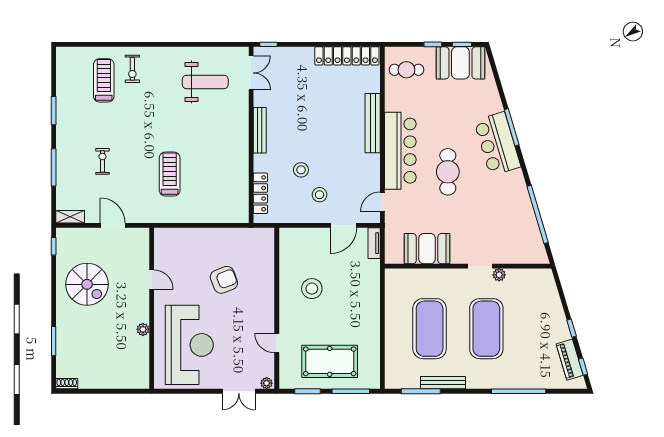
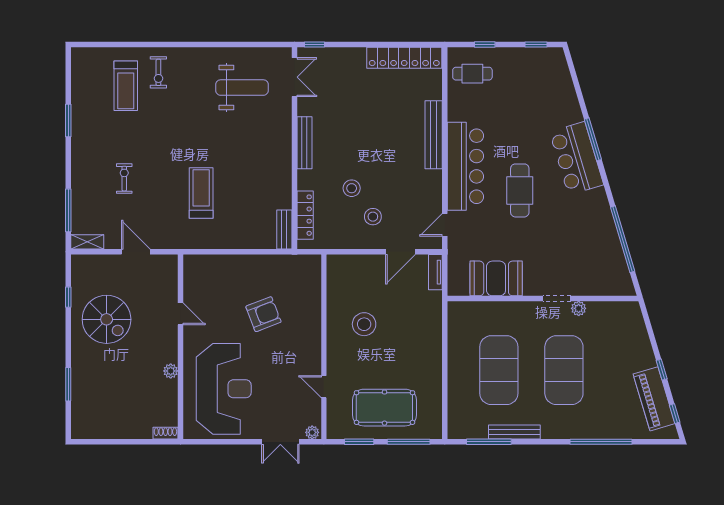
window: (433, 44) -> (485, 45), moved
booth: (460, 63) -> (534, 66), removed
treadmill: (104, 80) -> (126, 86), turned 180
window: (54, 167) -> (68, 210), moved
bench: (242, 206) -> (284, 230), added
window: (54, 246) -> (68, 297), moved
piano: (570, 360) -> (654, 399), width x1.37, depth x1.33
shoe rack: (67, 384) -> (165, 433), moved

